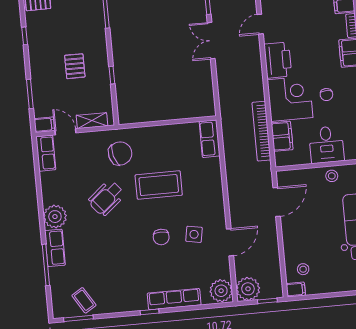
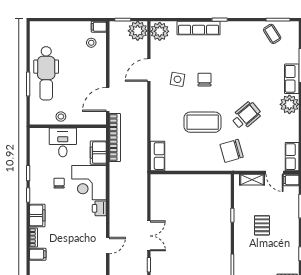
printer: (278, 60) -> (99, 208), width x0.53, depth x0.68
bookcase: (261, 131) -> (115, 137), moved

